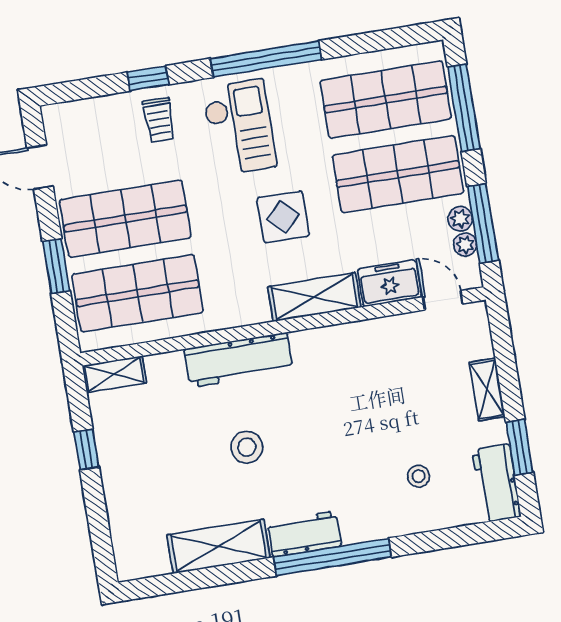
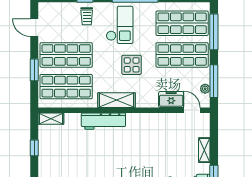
plant: (460, 219) -> (205, 78), removed
shelving: (314, 297) -> (117, 100), moved
stool: (247, 447) -> (101, 158), removed

